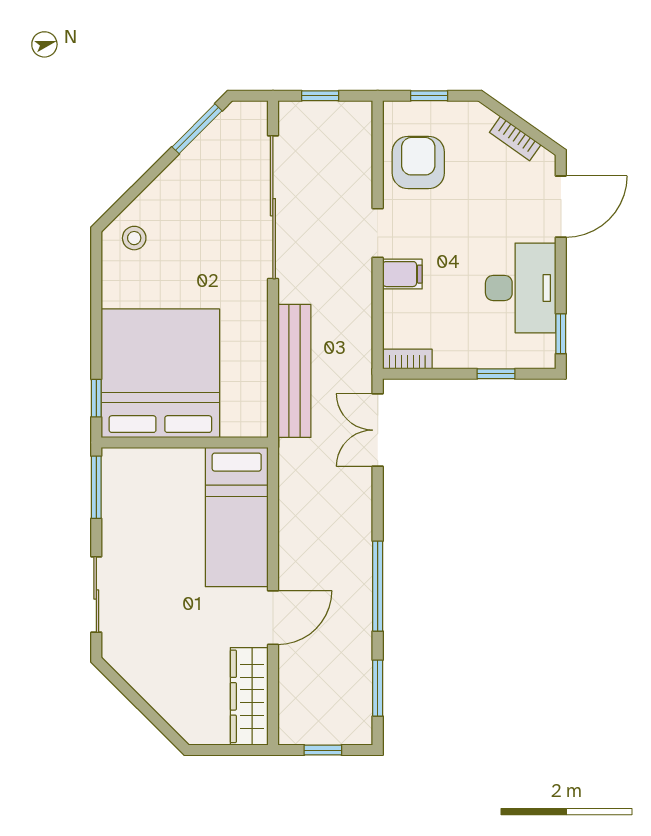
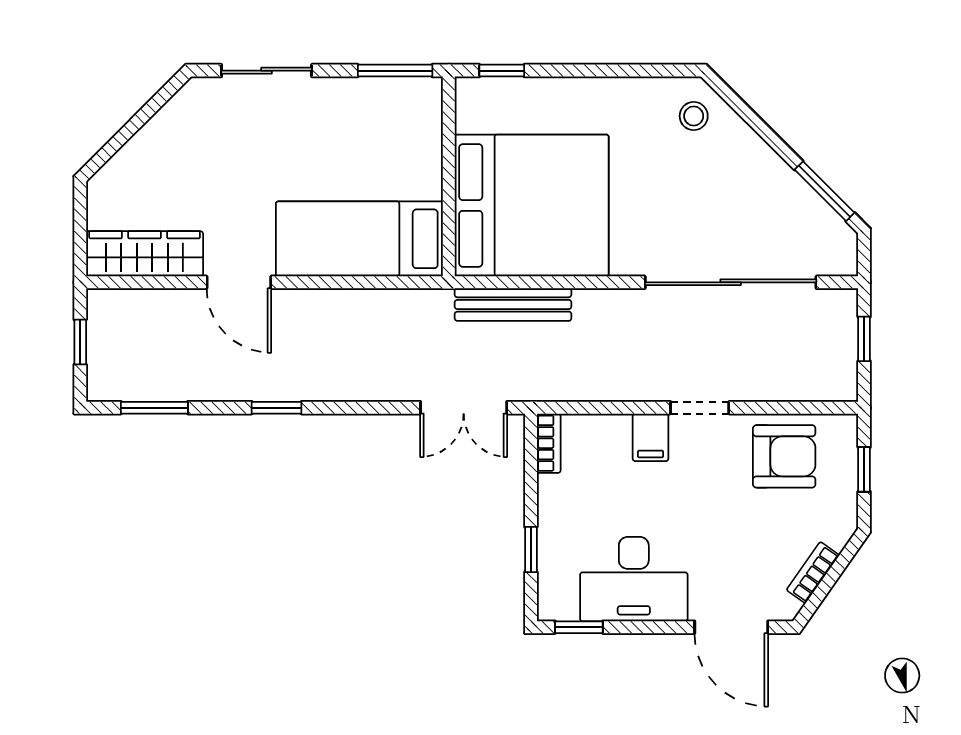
bench: (294, 371) -> (513, 304), width x0.73, depth x0.82
bed: (160, 373) -> (532, 205), moved
double door: (378, 430) -> (464, 408), swing flipped
window: (378, 586) -> (277, 408), width x0.46

